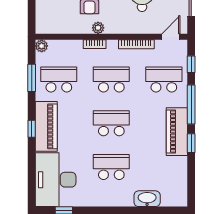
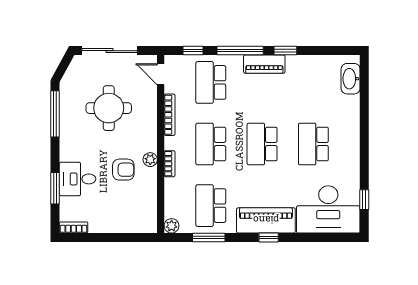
piano: (177, 132) -> (264, 64), width x0.73, depth x0.75
washbasin: (147, 199) -> (351, 79), moved

